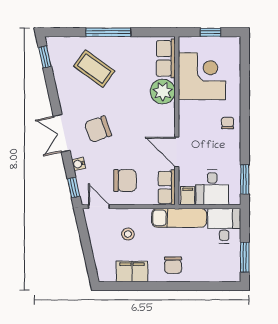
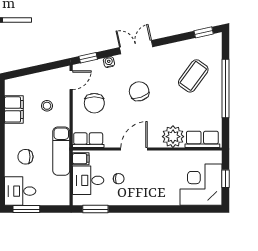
window: (108, 32) -> (225, 88), width x1.46
corner desk: (202, 76) -> (201, 185), moved, turned 180
chair: (228, 123) -> (119, 179), moved
chair: (98, 129) -> (139, 91), moved
door: (177, 152) -> (134, 149), moved
desk: (224, 226) -> (20, 191), moved, turned 180
chair: (173, 265) -> (25, 157), moved

